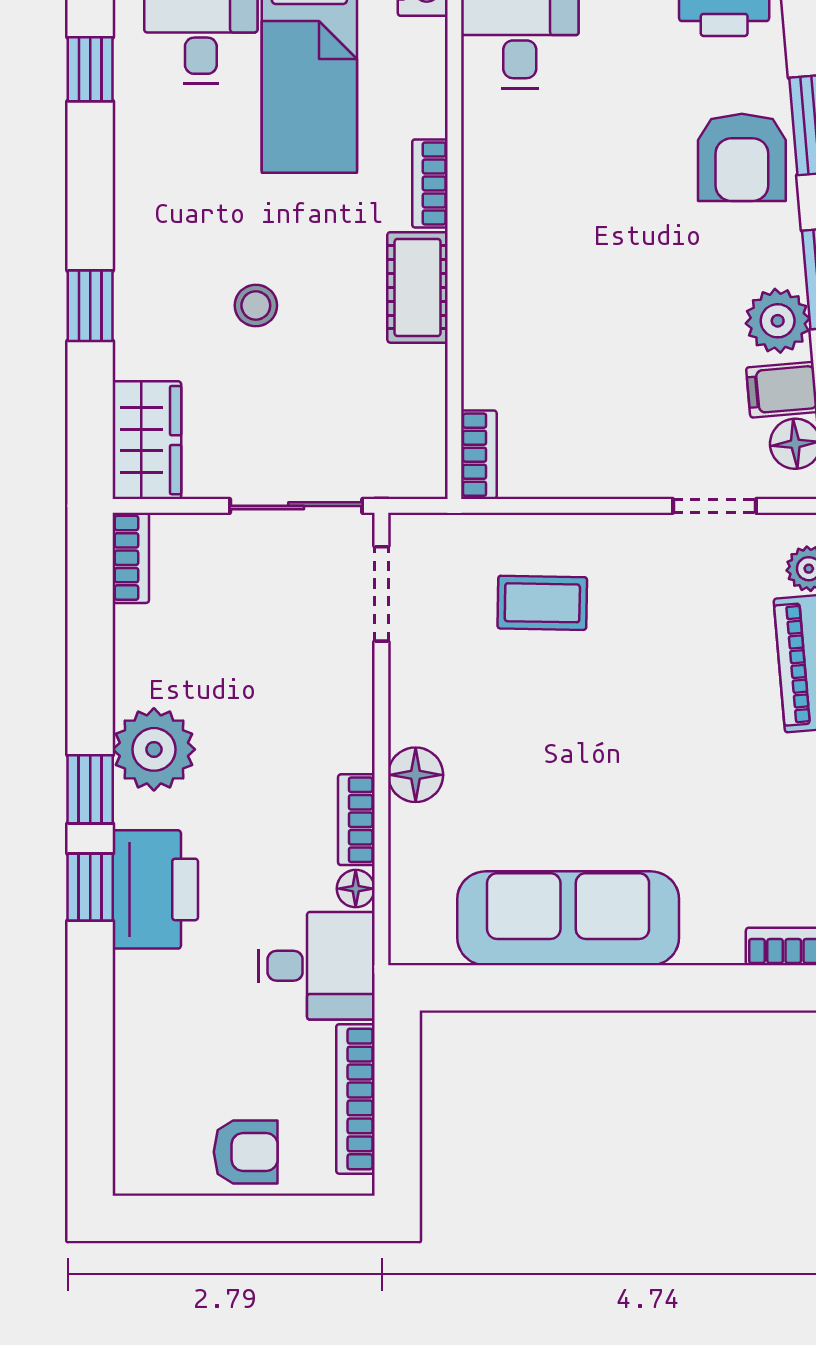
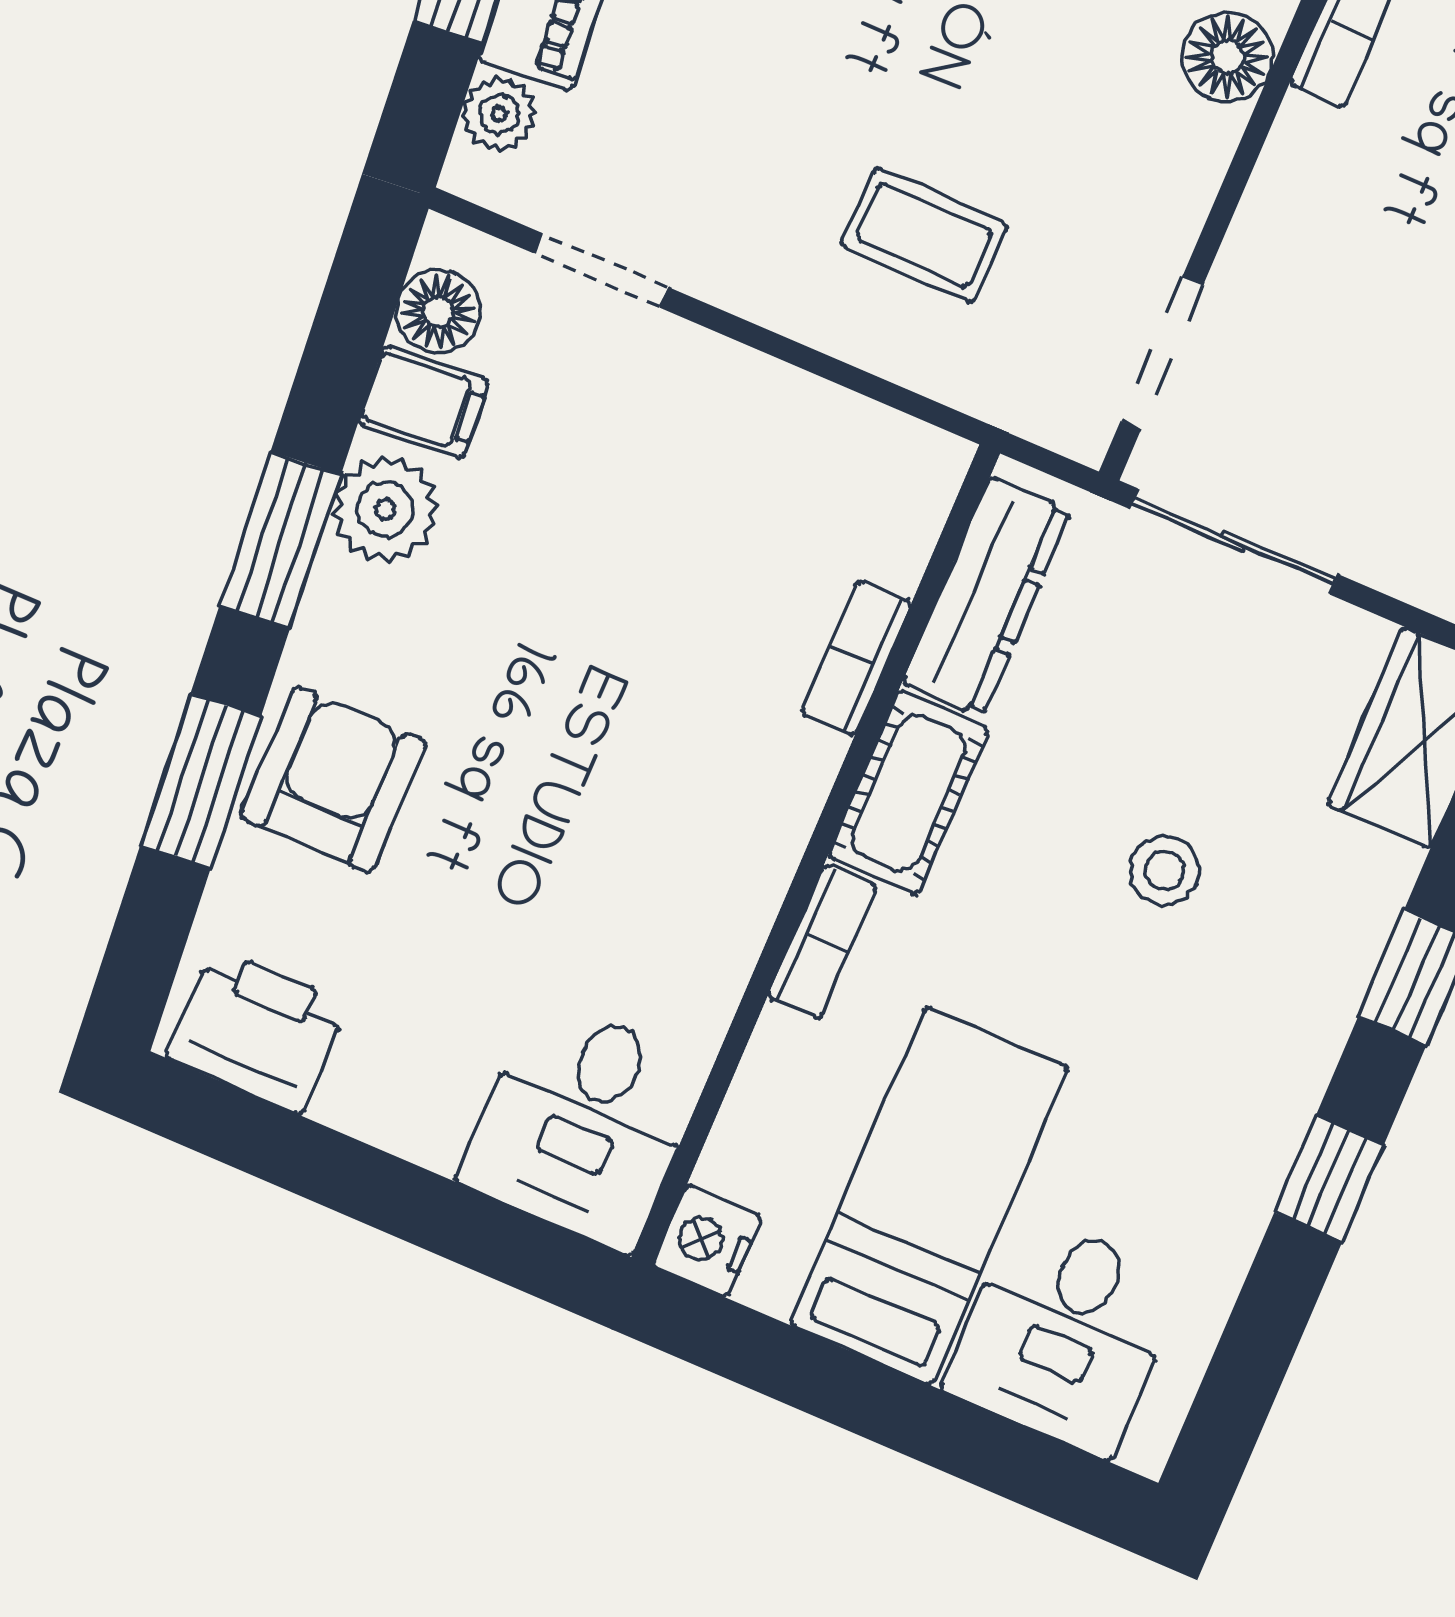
window: (90, 69) -> (1329, 1179), moved
dresser: (421, 416) -> (986, 597), added
bookcase: (479, 455) -> (856, 658), moved

